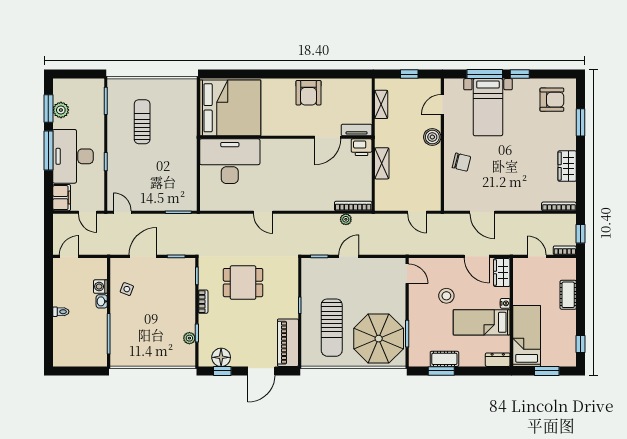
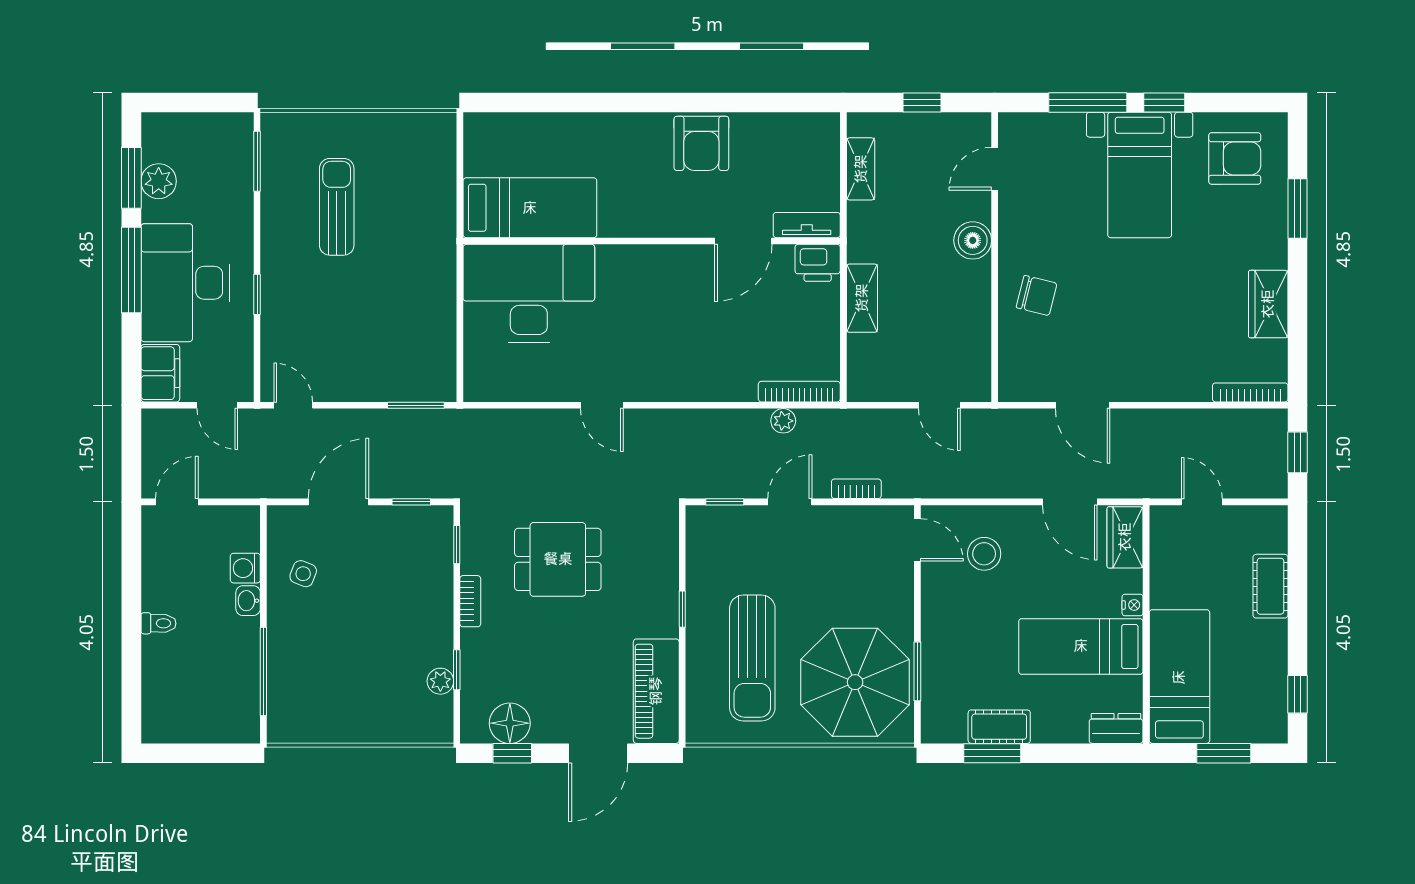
bed with nightstands: (488, 107) -> (1140, 175), moved
bed: (230, 108) -> (530, 208), width x0.49
bookcase: (565, 250) -> (856, 489), moved
stool: (446, 296) -> (984, 554), moved

